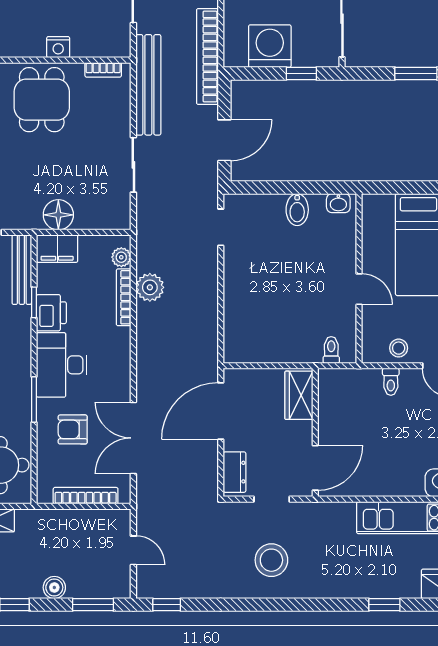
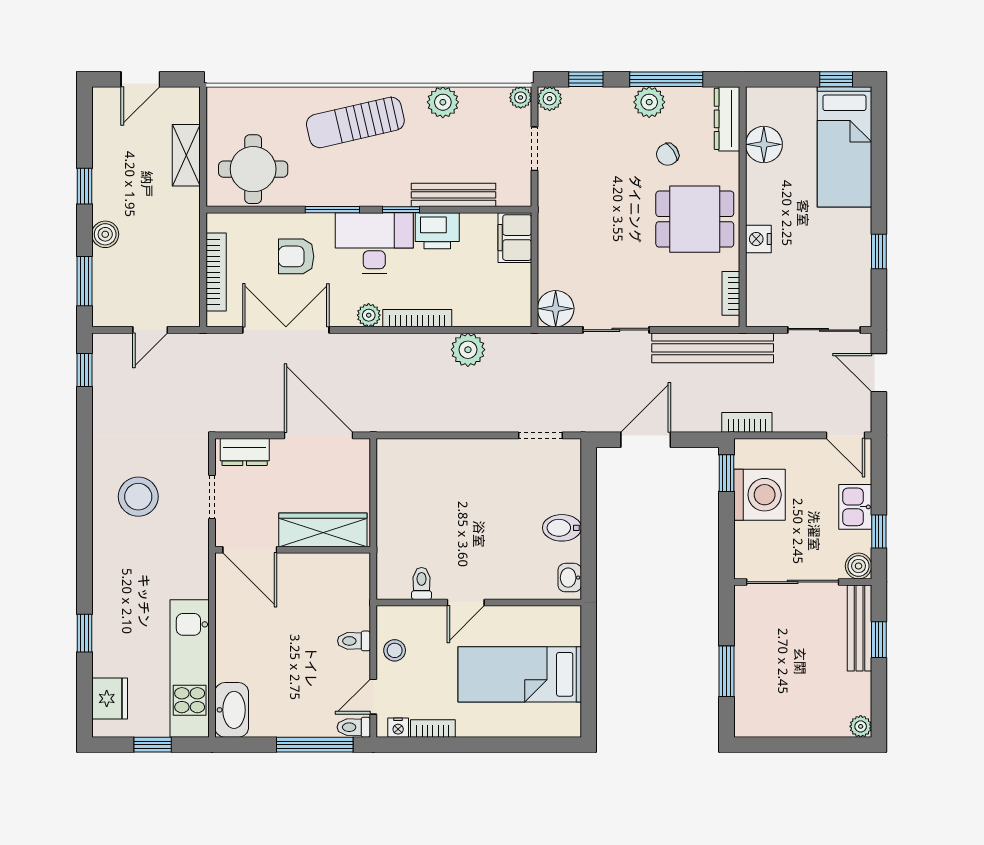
bookcase: (207, 56) -> (747, 422), width x0.43, depth x0.76
window: (301, 73) -> (726, 473), moved
door: (224, 140) -> (646, 440), swing flipped
floor lamp: (58, 215) -> (556, 309), moved
plant: (121, 257) -> (369, 315), moved
bench: (22, 270) -> (453, 195), moved
bookcase: (124, 297) -> (417, 318), moved
window: (34, 302) -> (401, 210), moved
toilet: (331, 350) -> (422, 583), moved, turned -90
wardrobe: (299, 395) -> (323, 530), width x1.50
armchair: (73, 429) -> (296, 256), turned -90

